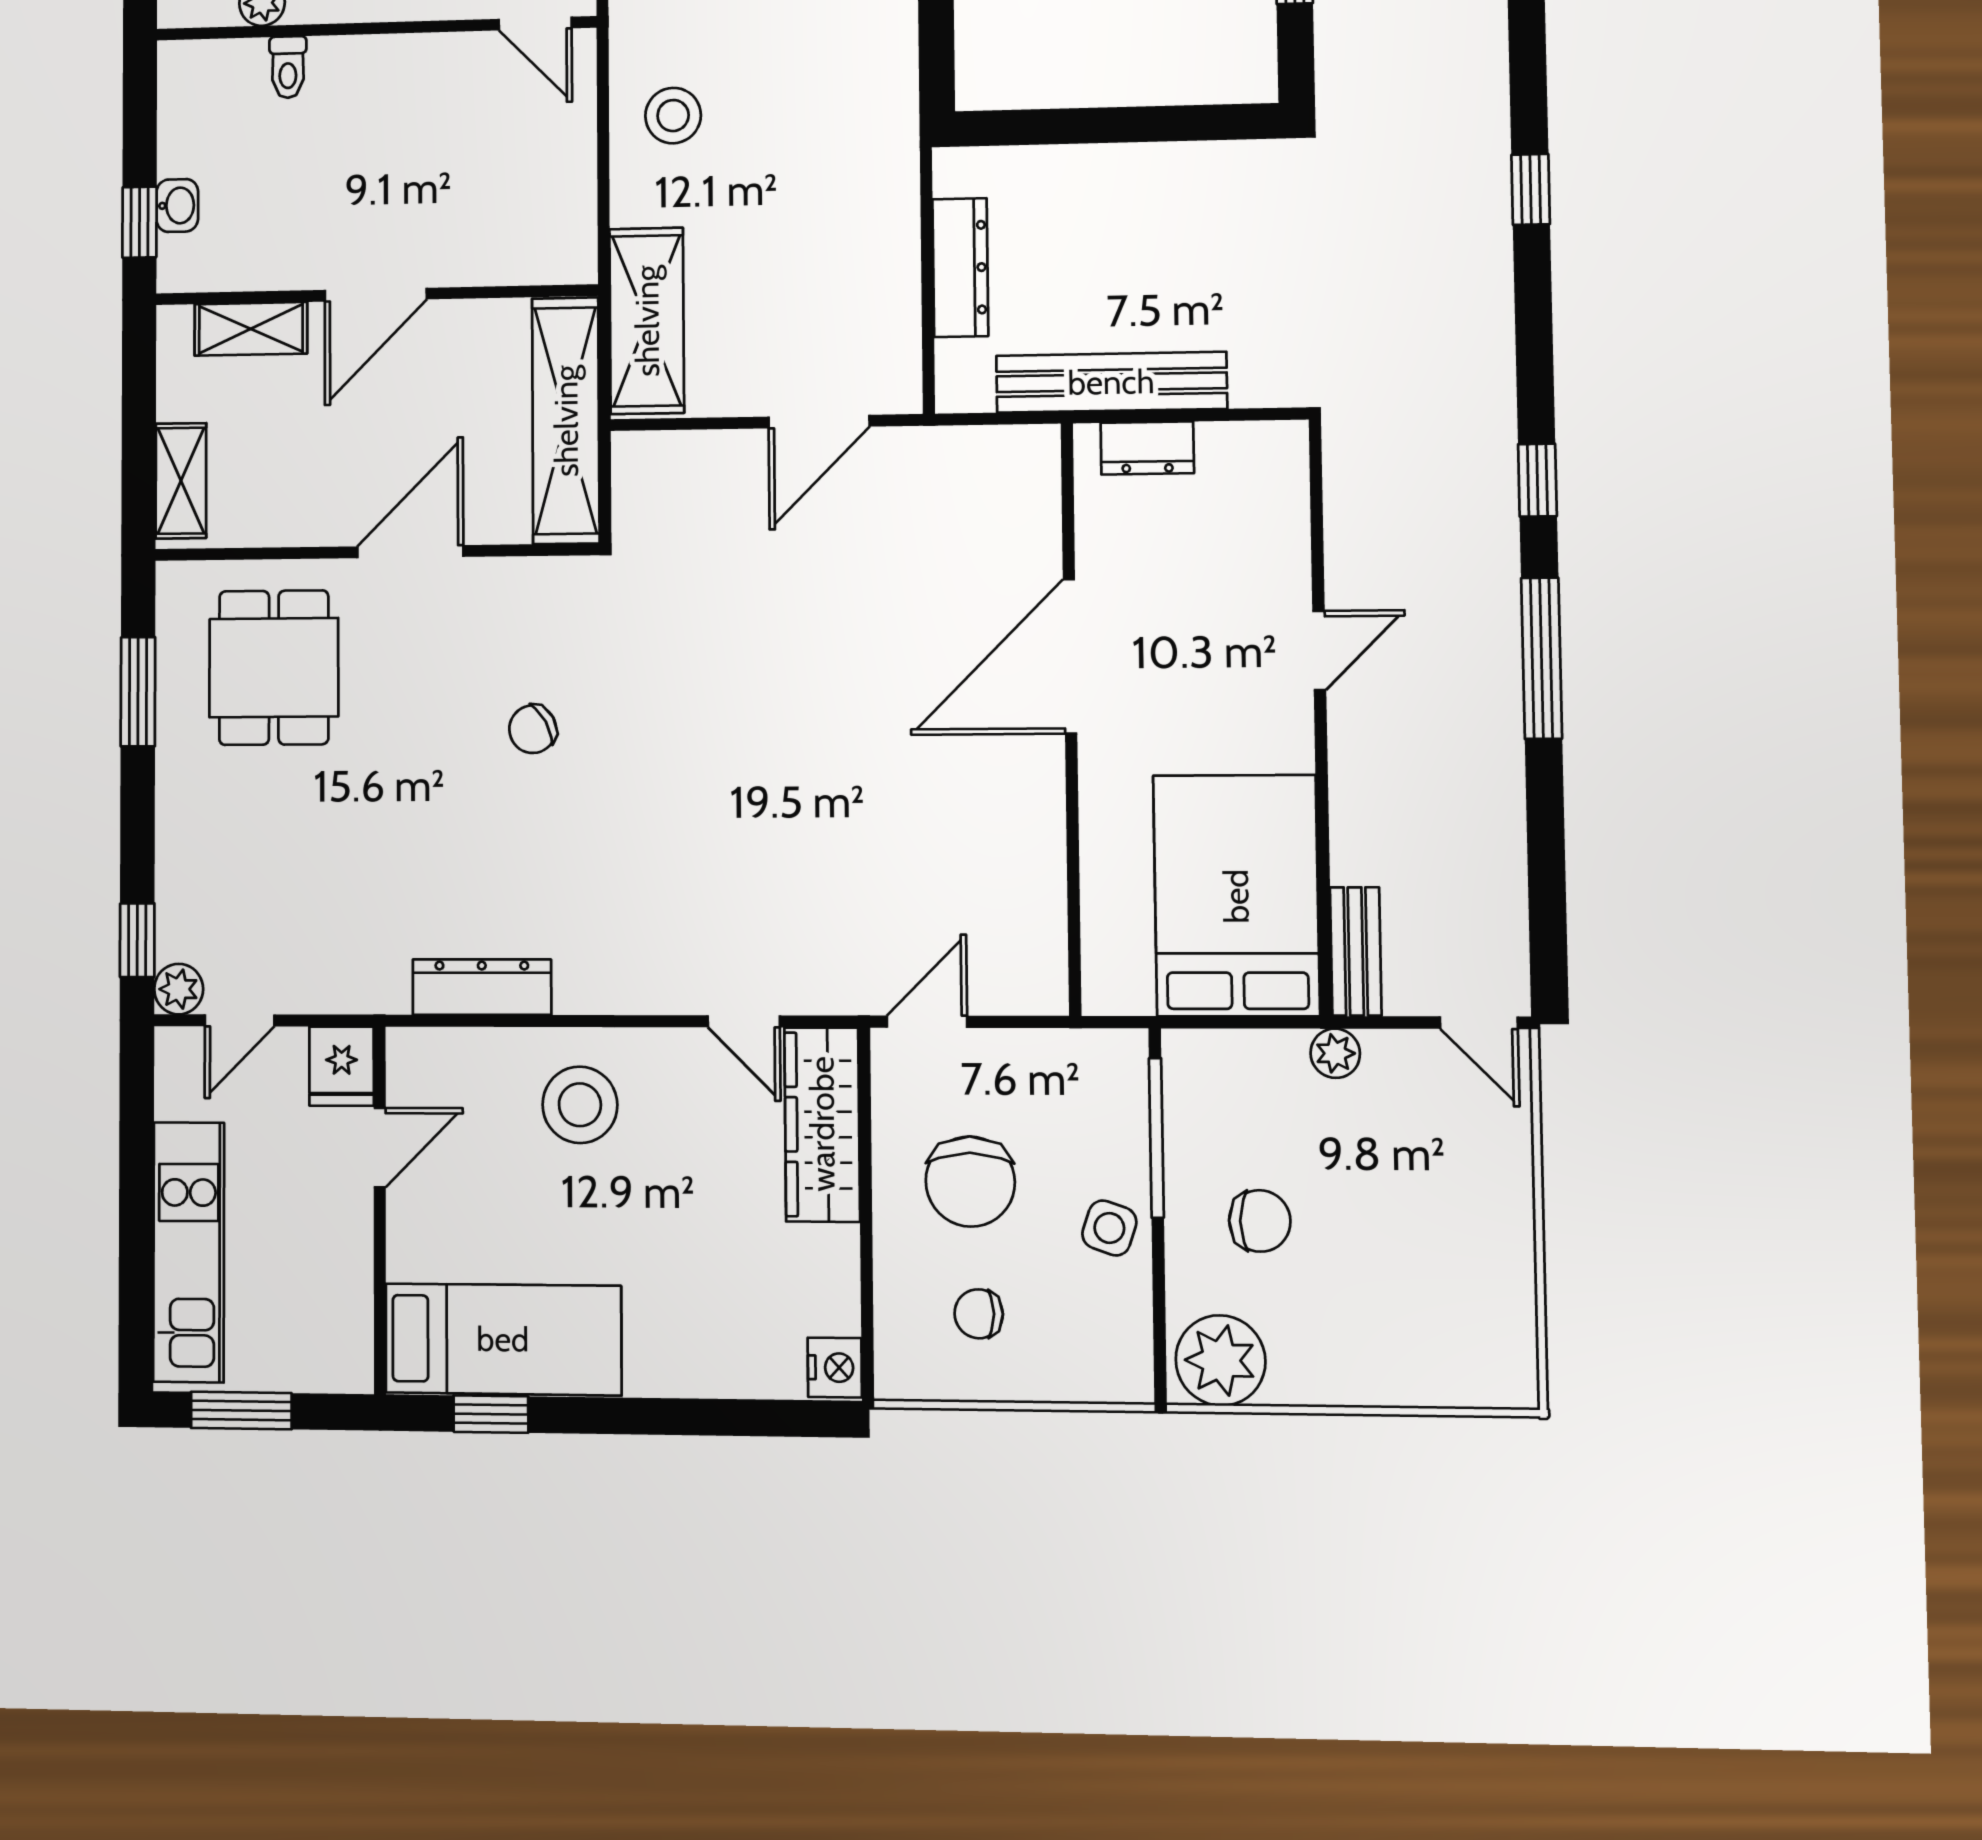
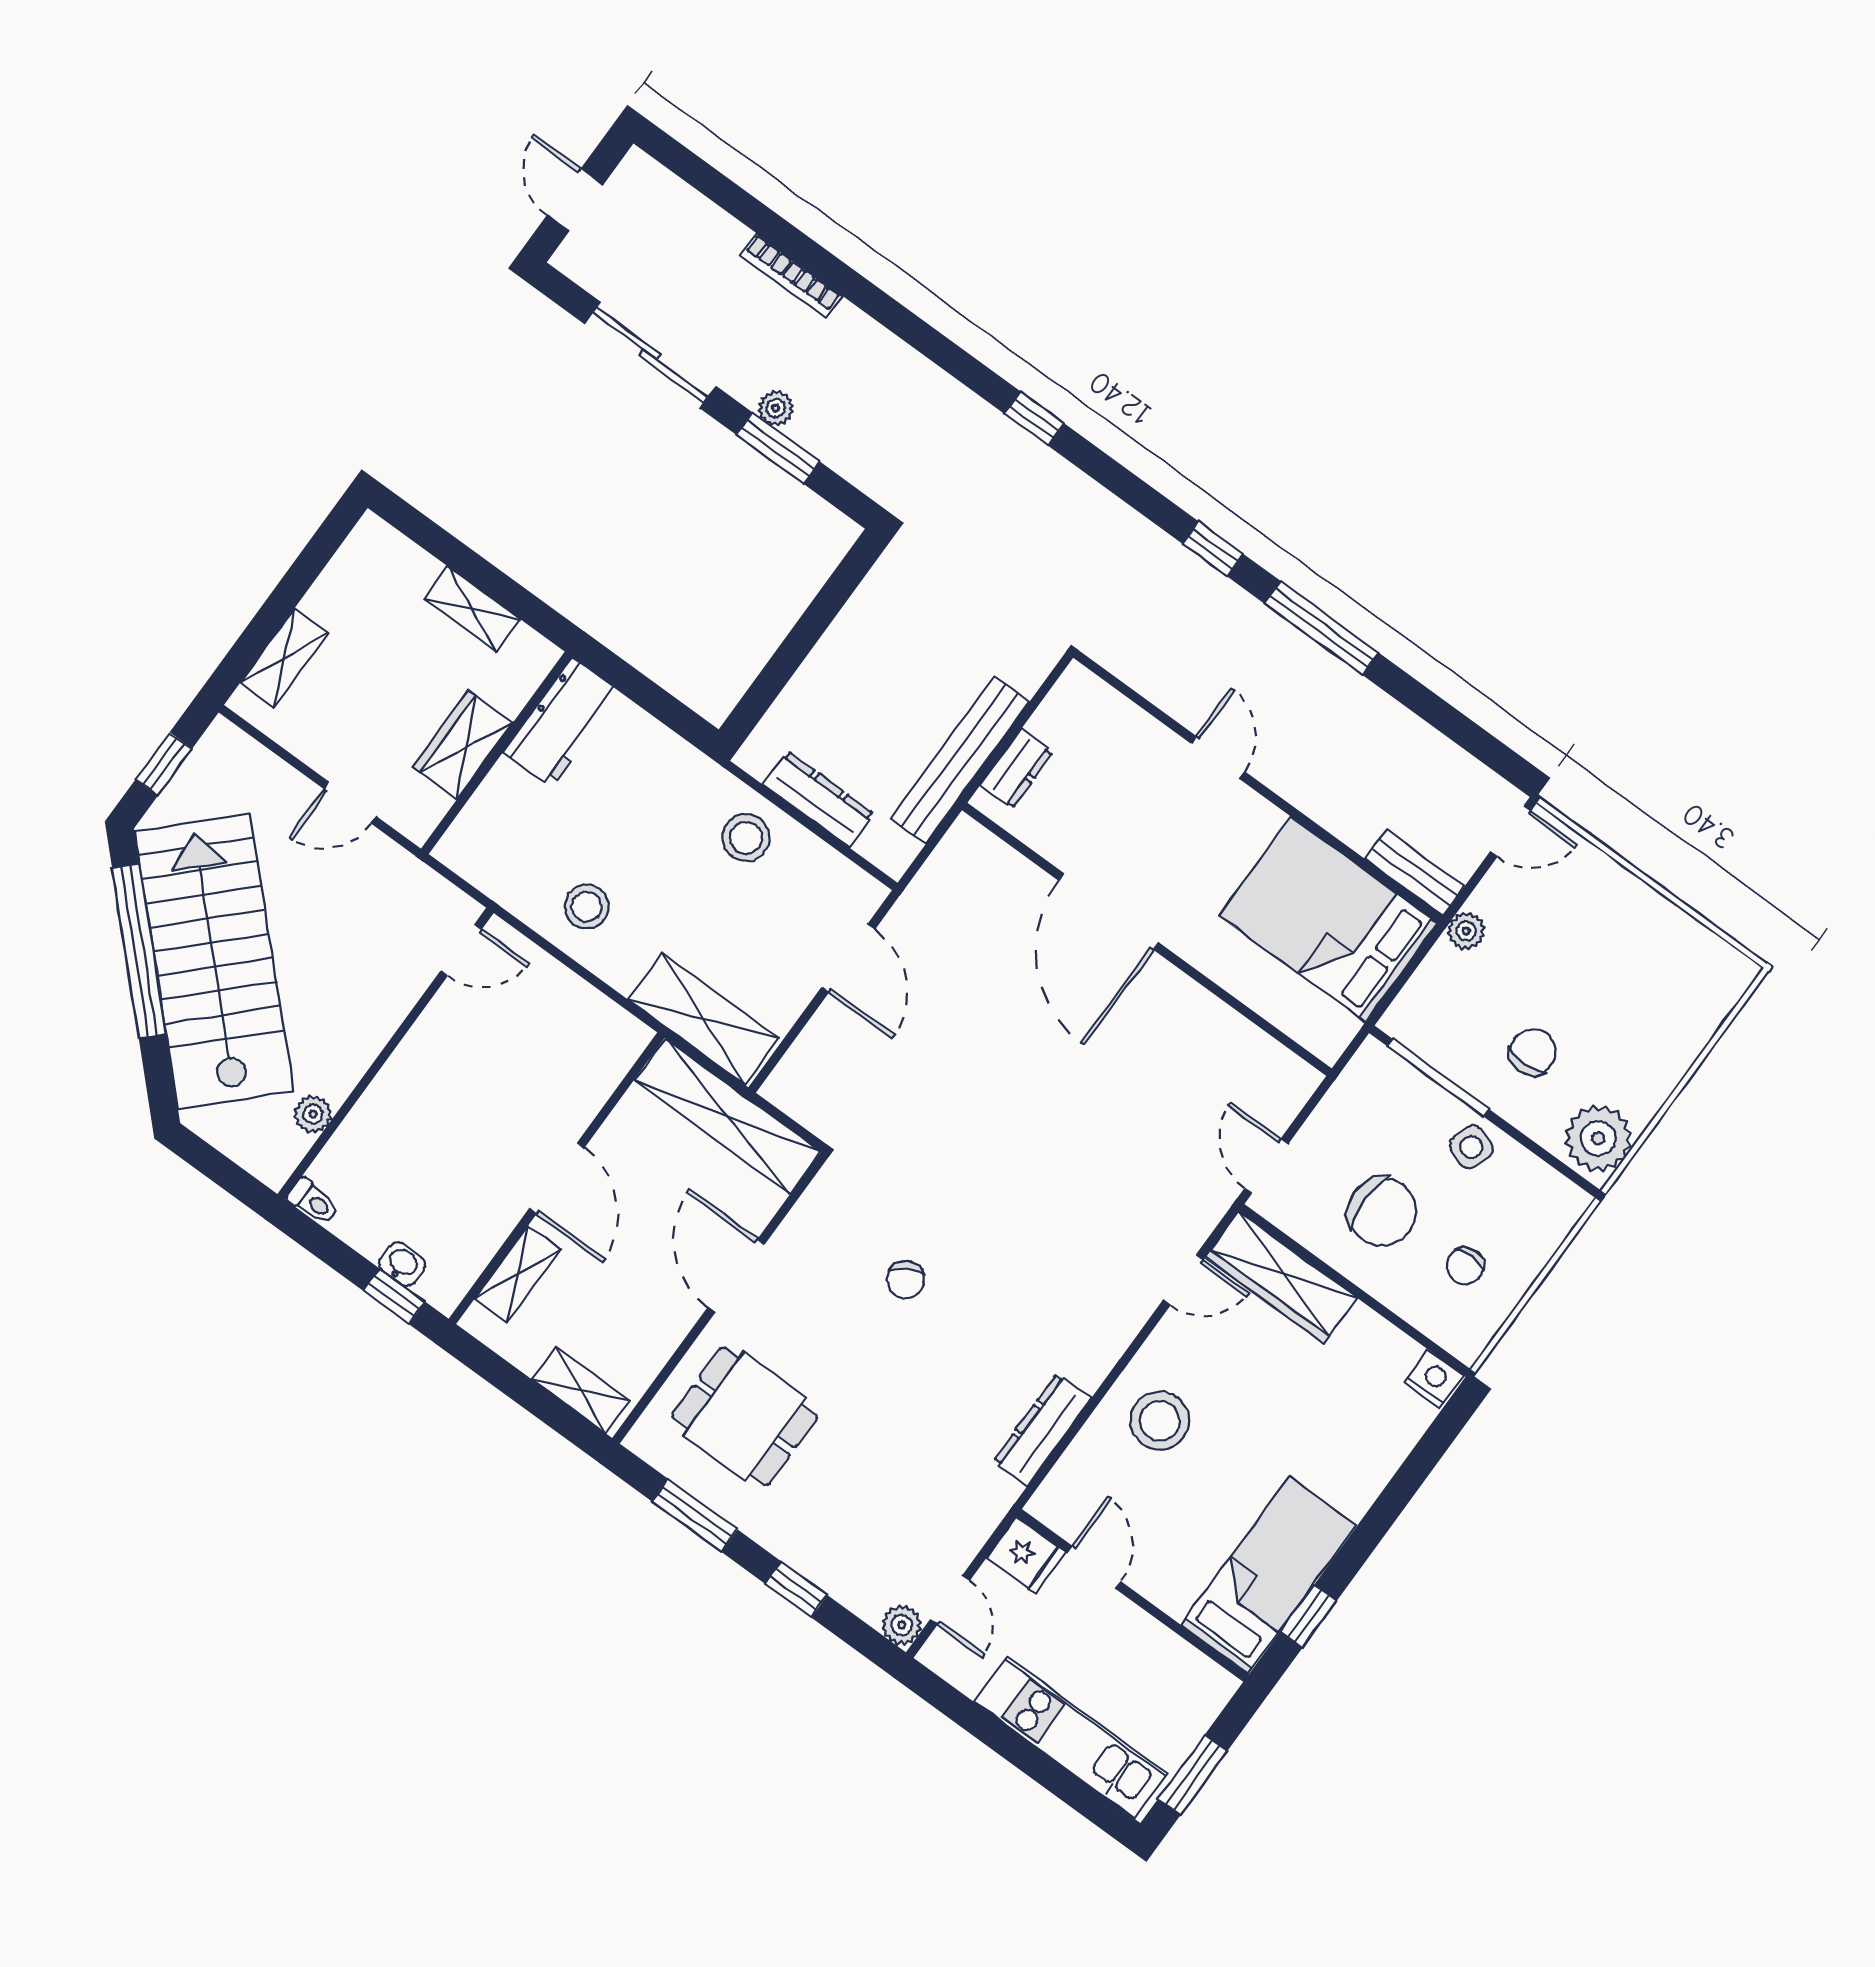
toilet: (288, 67) -> (314, 1202), moved
stool: (865, 223) -> (746, 838), added
window: (137, 940) -> (796, 1589), moved

